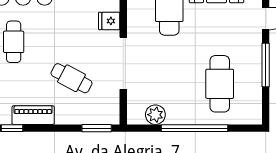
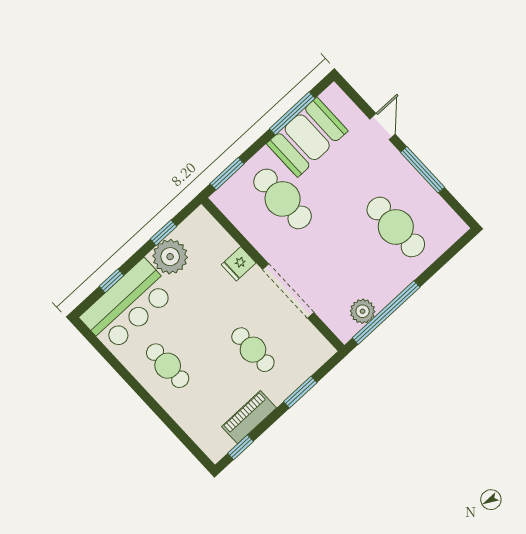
cafe table: (71, 78) -> (253, 350), turned 62
window: (97, 128) -> (300, 392), moved
window: (195, 128) -> (386, 313), moved

